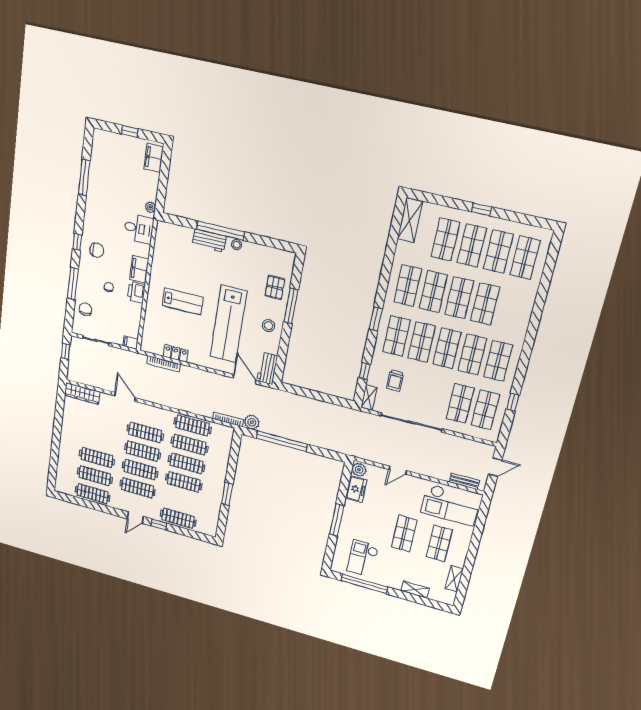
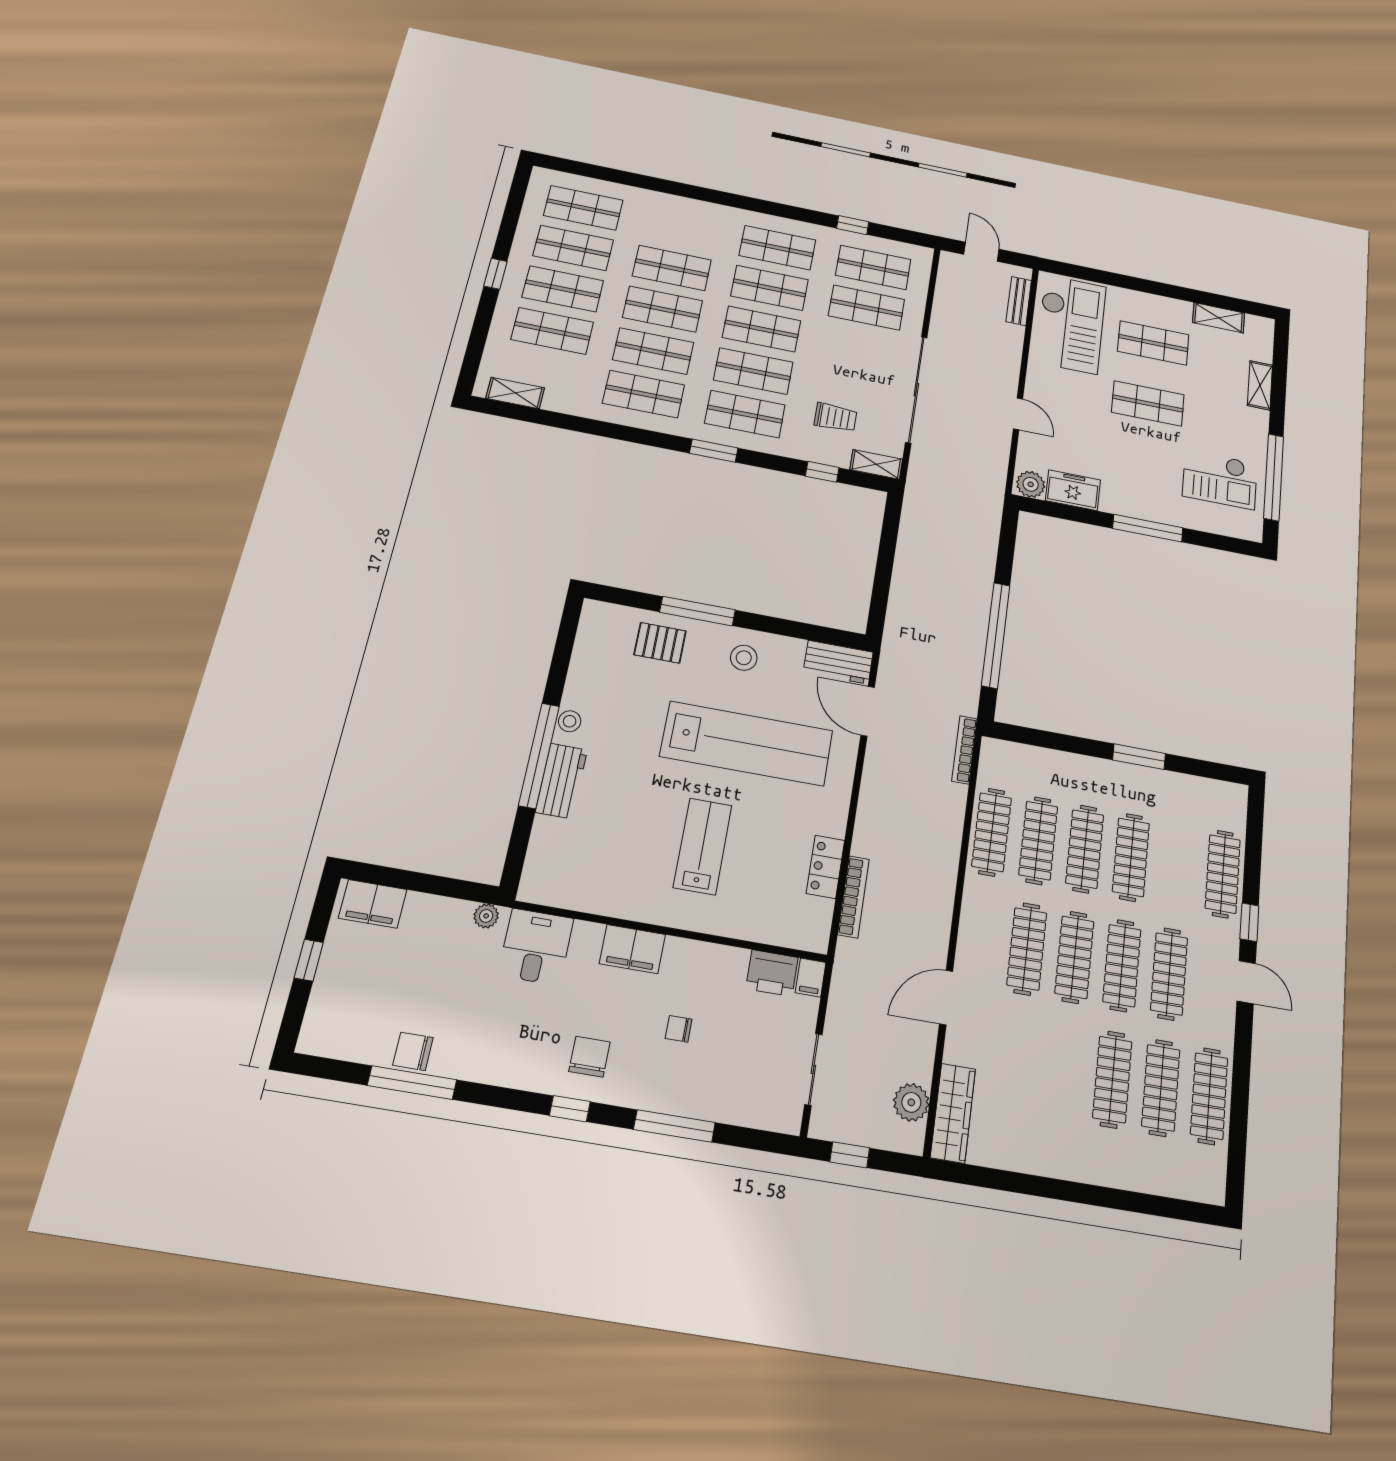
shelving: (410, 220) -> (515, 393), width x0.67, depth x0.75
printer: (136, 292) -> (772, 973), moved
chair: (85, 309) -> (413, 1051), moved
door: (245, 379) -> (868, 711), hinge flipped
plant: (252, 422) -> (911, 1102), moved

